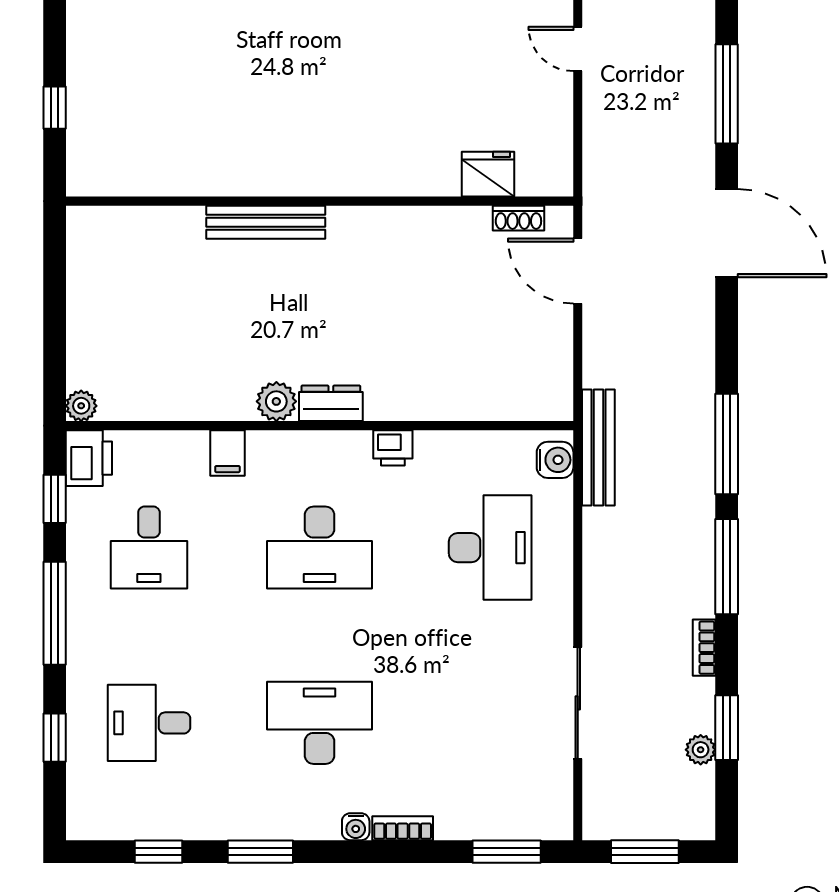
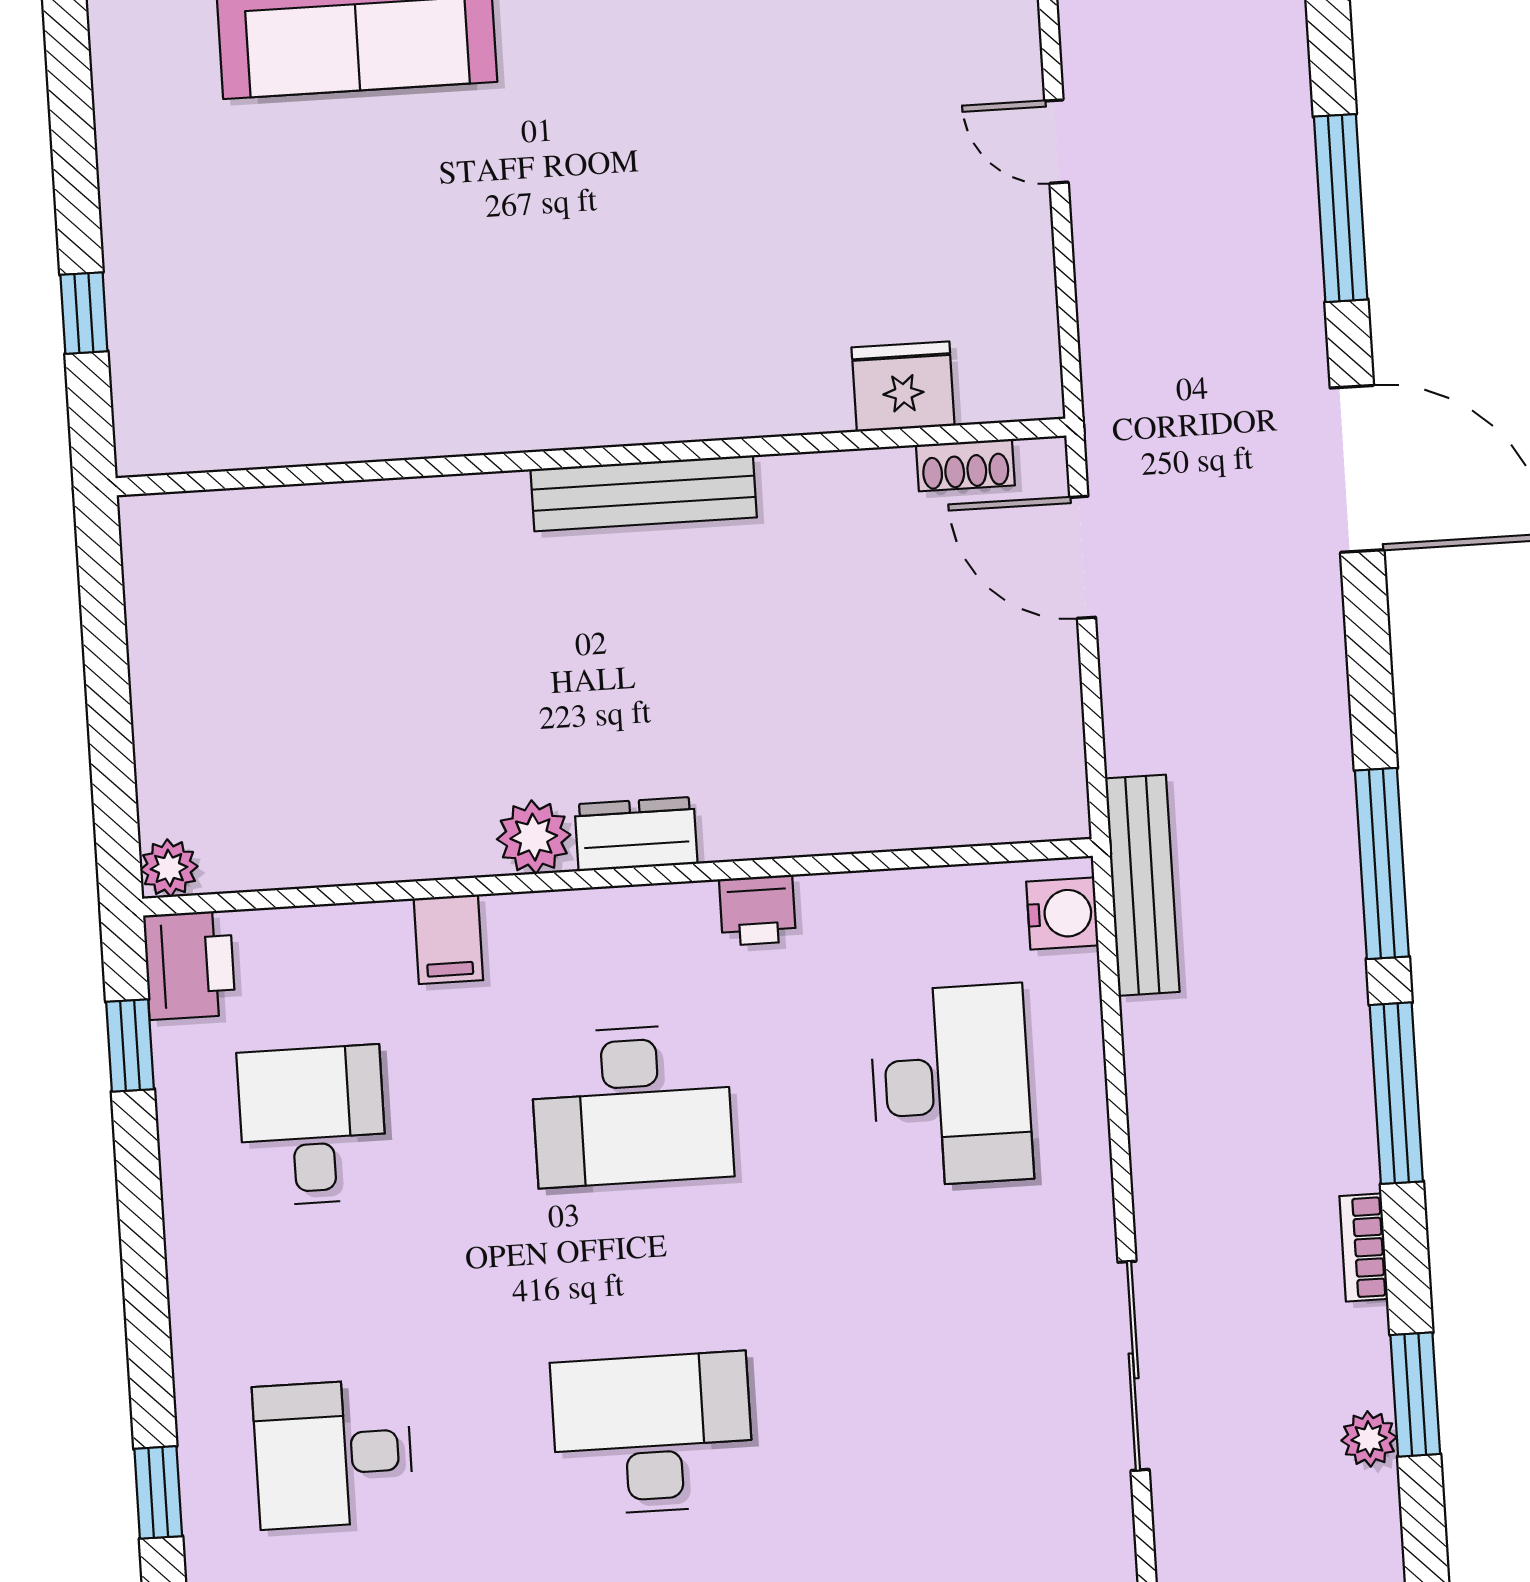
bench: (266, 222) -> (644, 493), moved
desk: (149, 548) -> (312, 1126), turned 180
window: (55, 613) -> (144, 1260), removed

